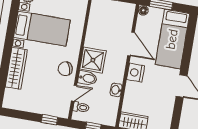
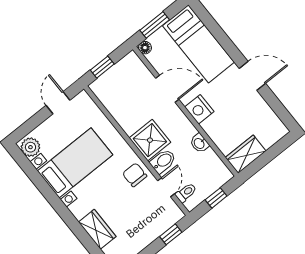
wardrobe: (16, 68) -> (97, 229), width x0.67
chair: (65, 69) -> (135, 175), turned 109

